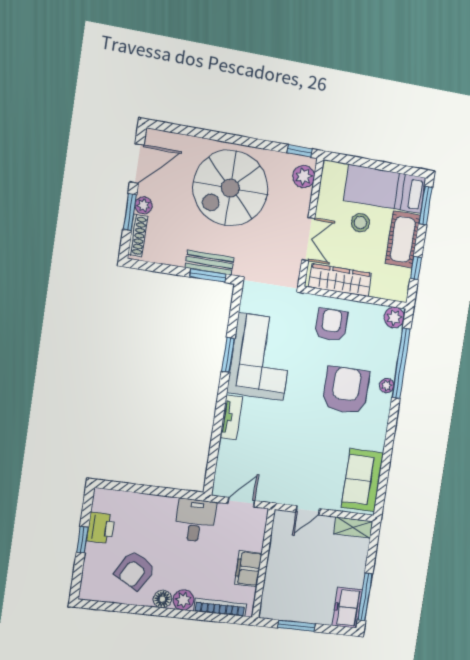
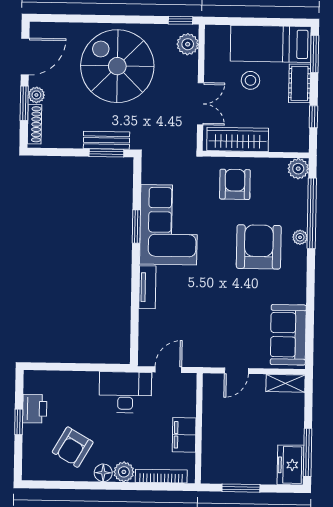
spiral stairs: (230, 188) -> (117, 66), turned 90
cot: (403, 239) -> (300, 83), width x0.73, depth x0.75
desk: (195, 520) -> (125, 392), width x1.37

